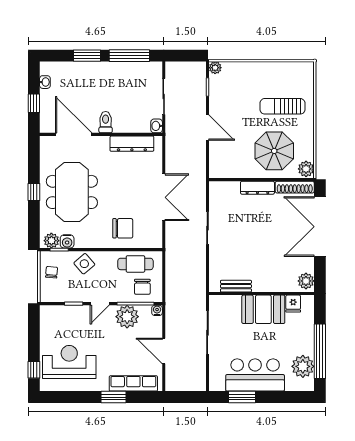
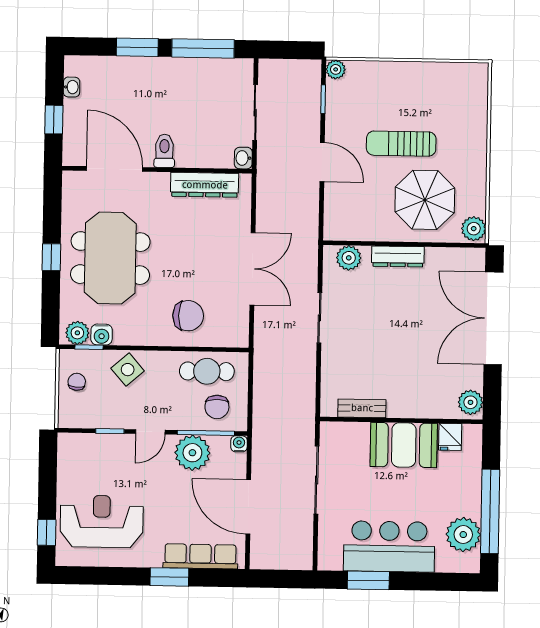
sun lounger: (282, 106) -> (401, 144), moved
shoe rack: (295, 187) -> (456, 257), removed
plant: (226, 189) -> (349, 258), added
door: (164, 351) -> (248, 507), width x1.36

